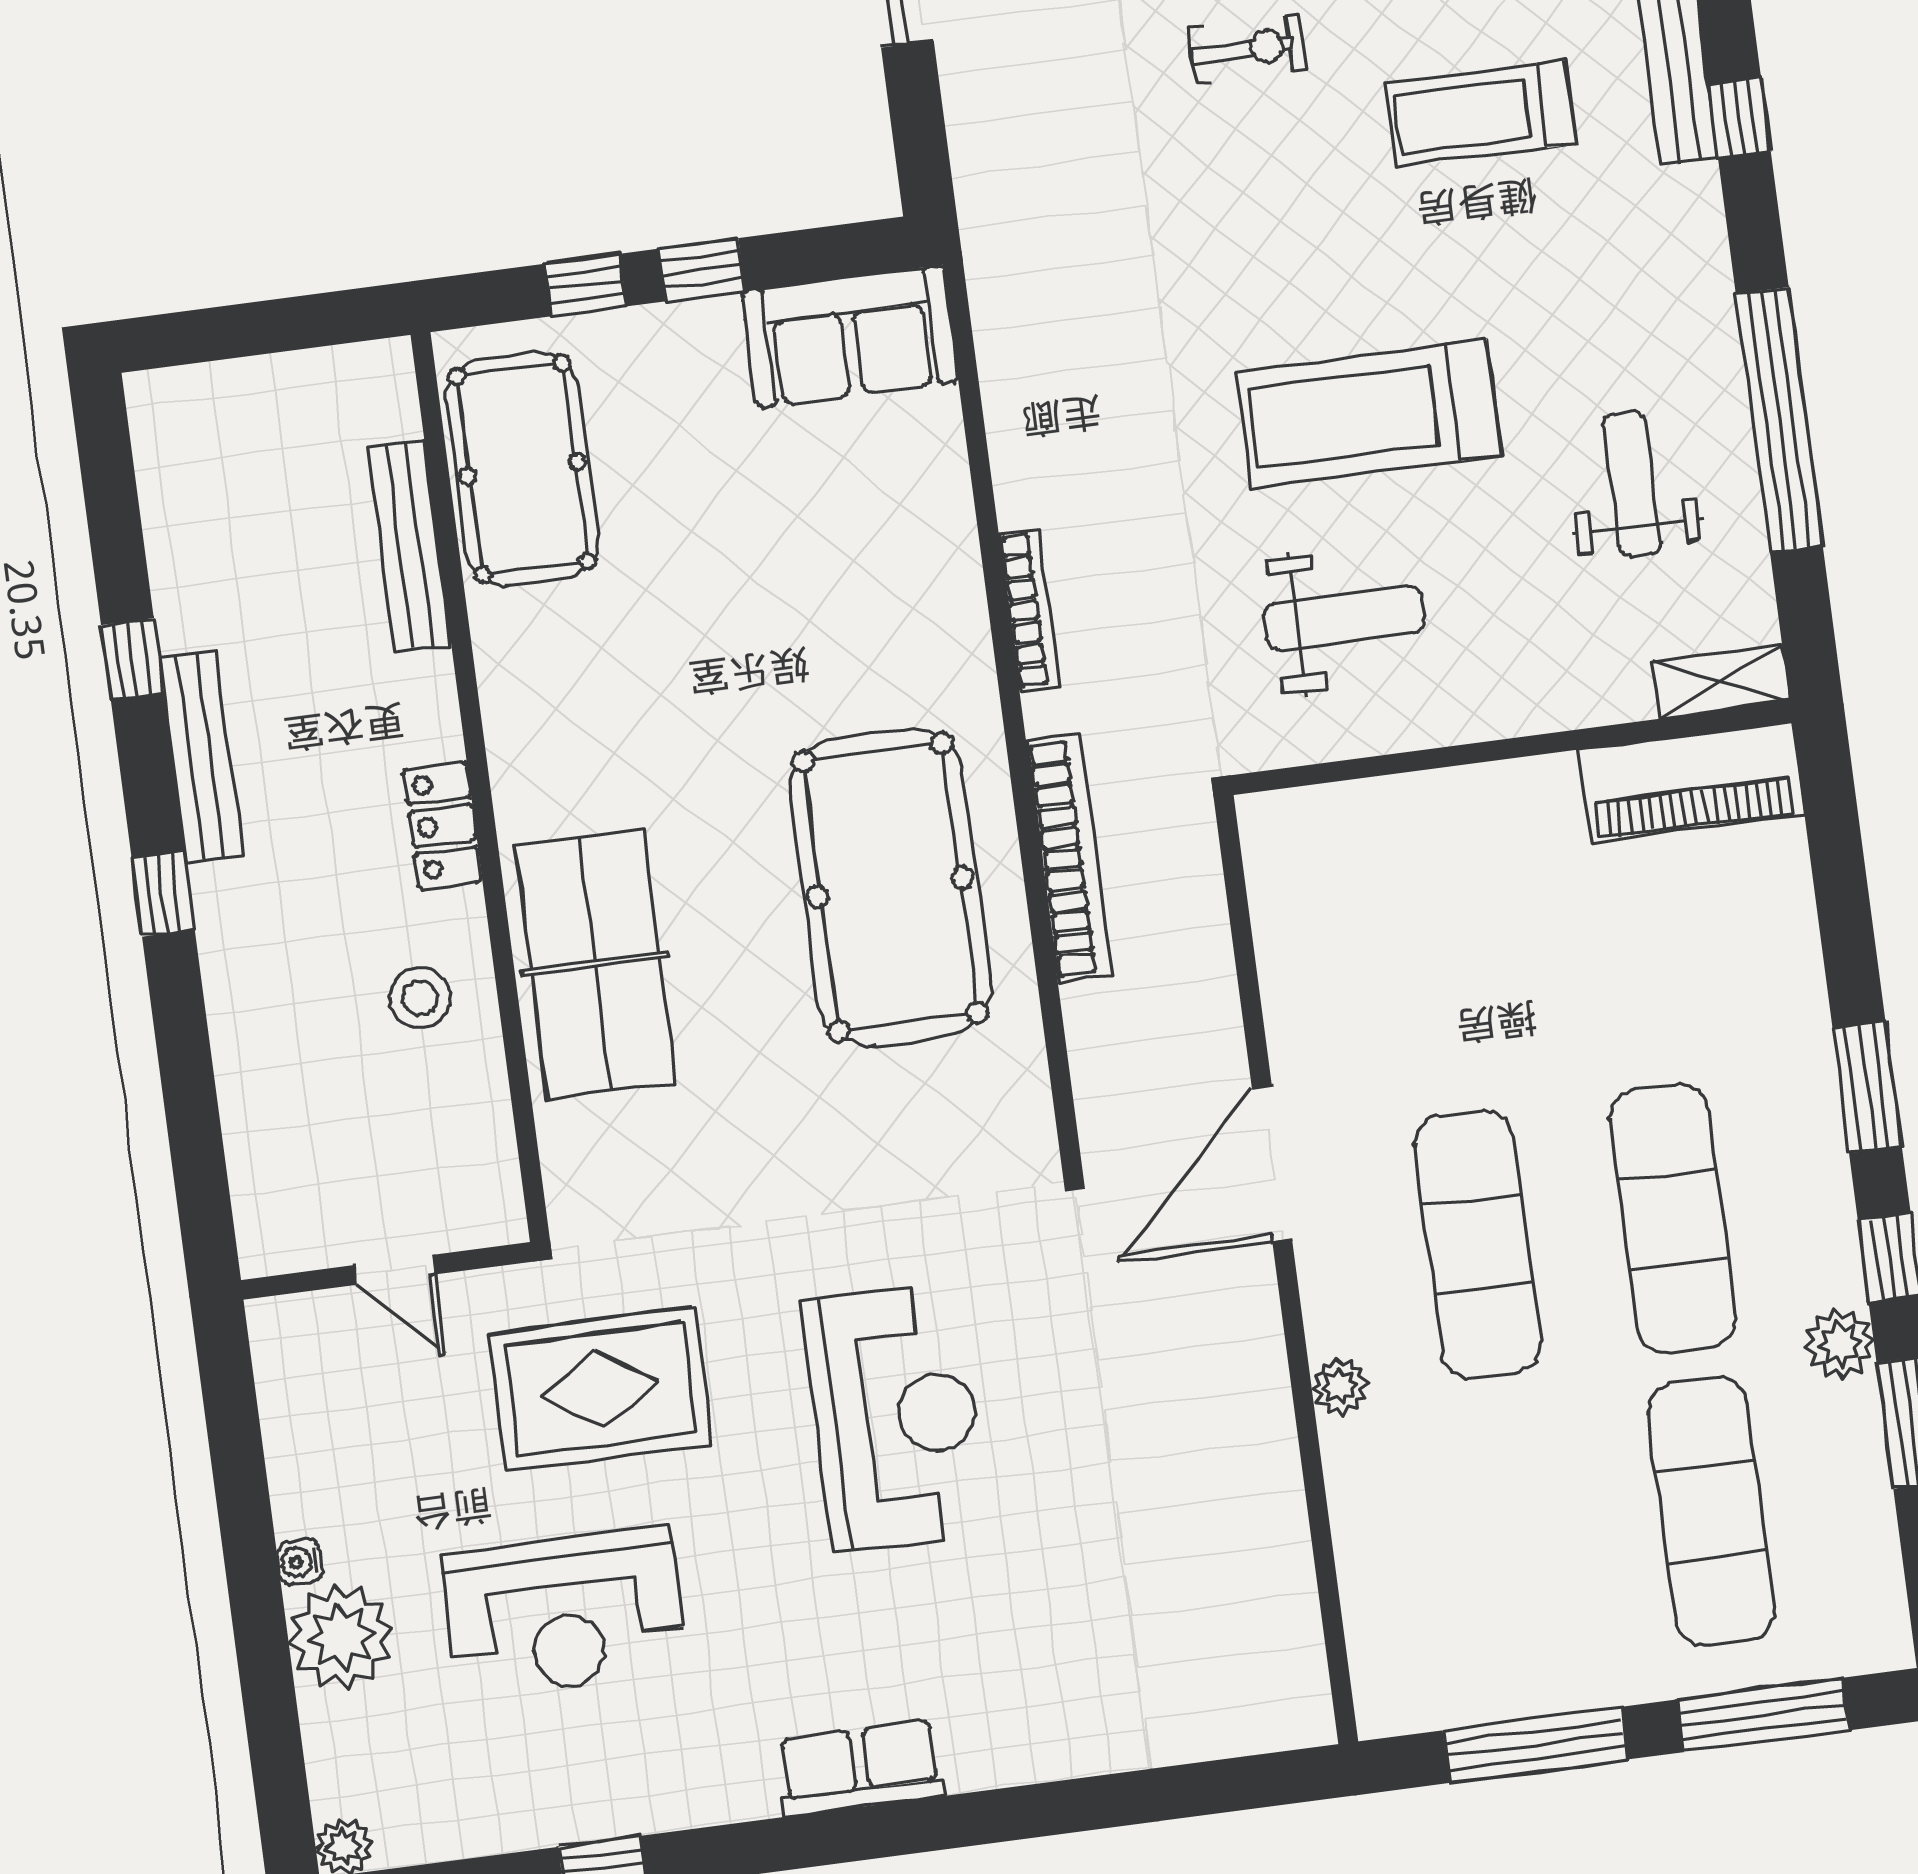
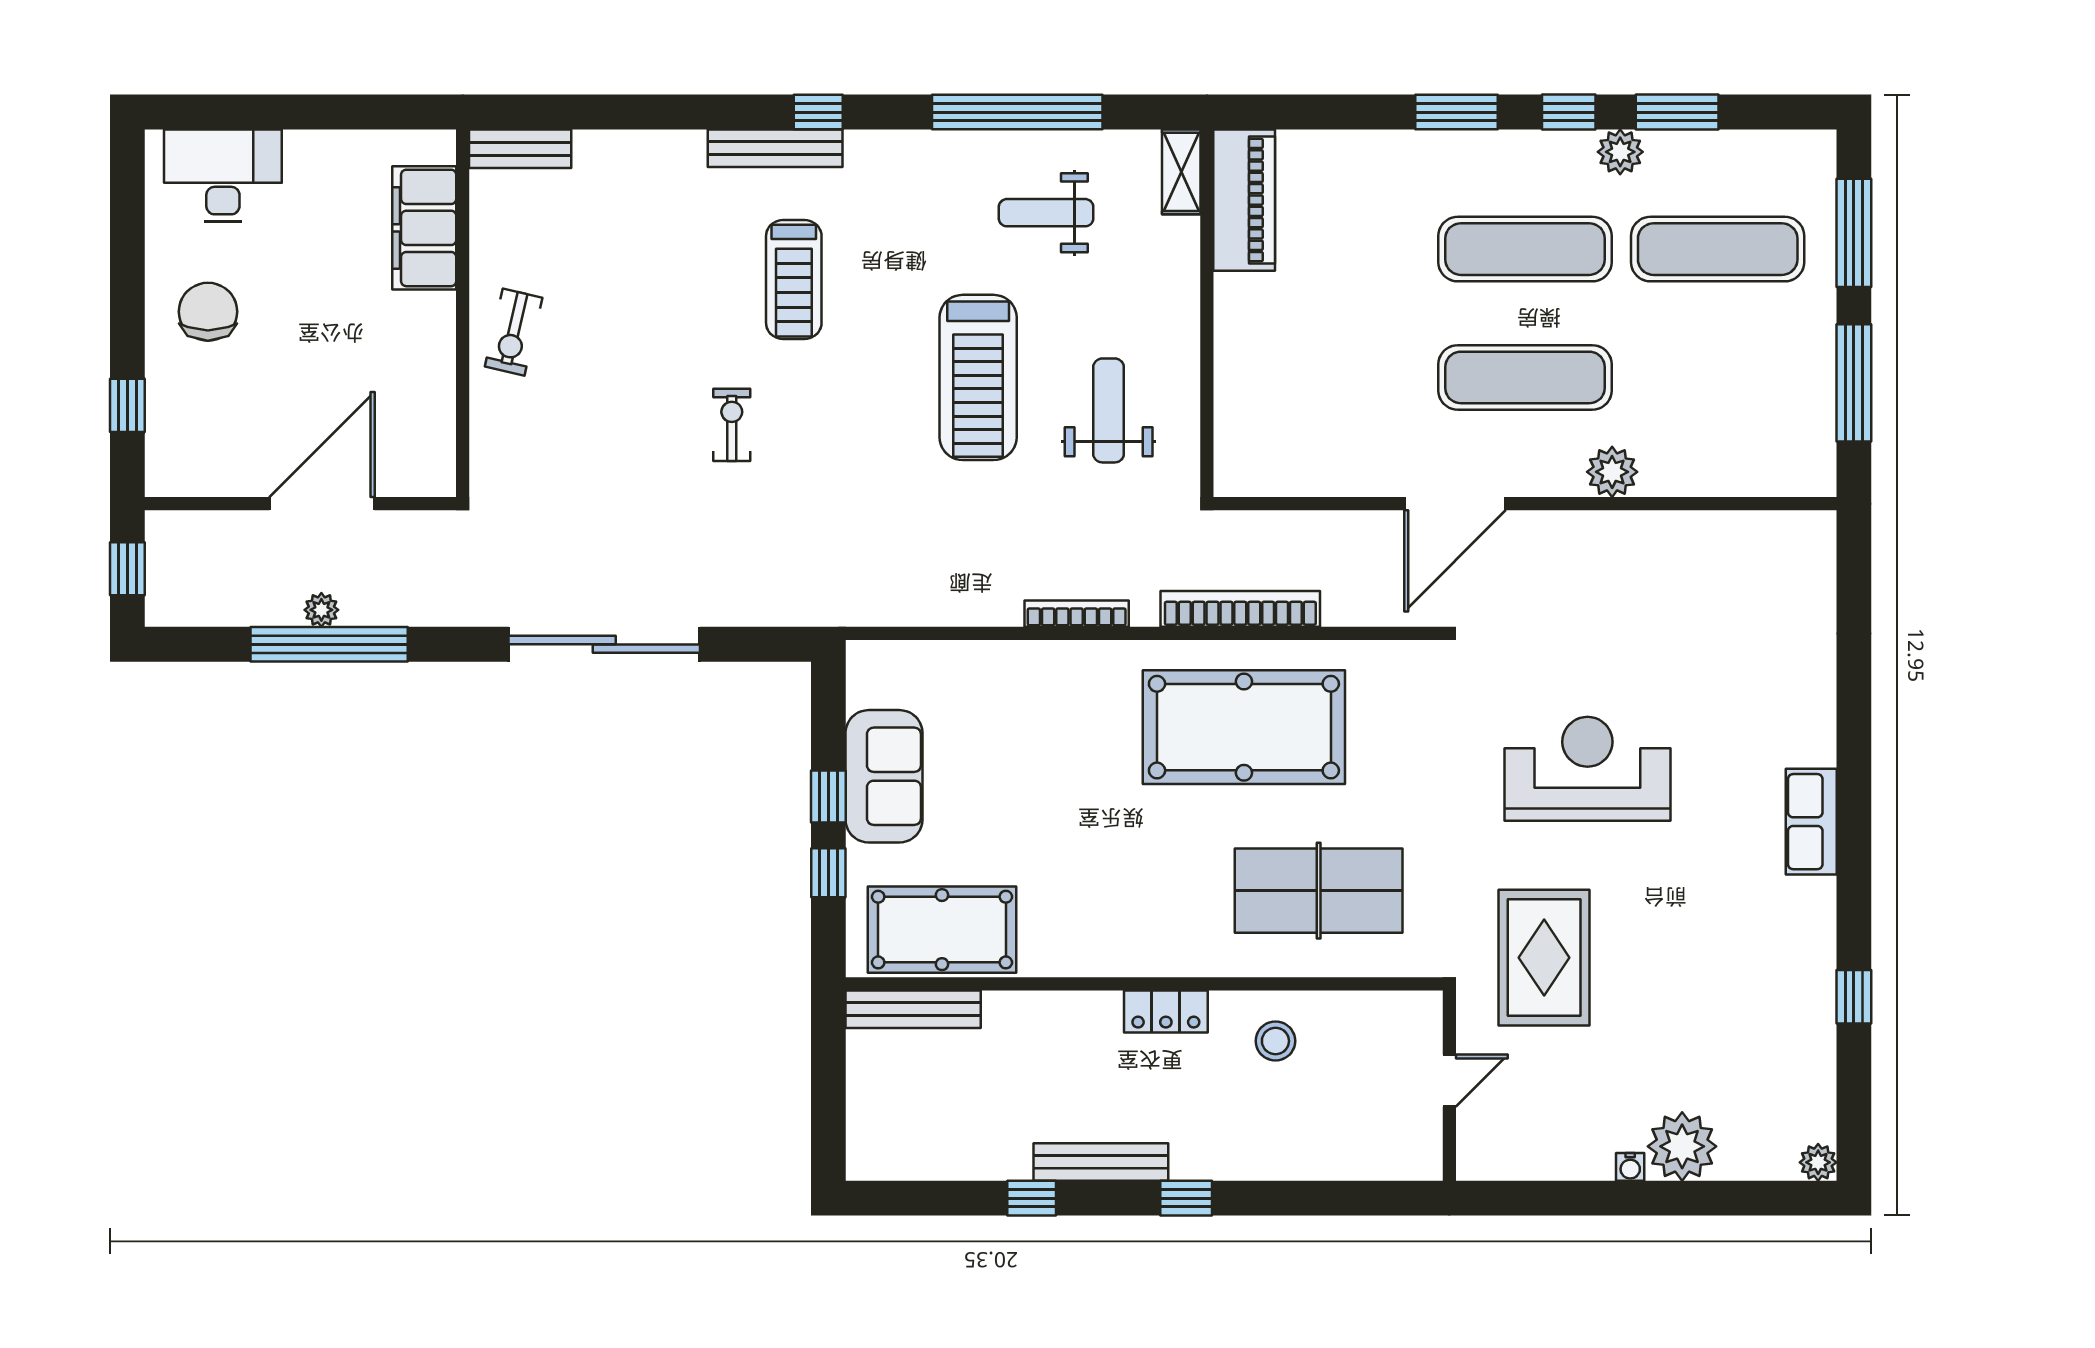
sofa: (850, 336) -> (884, 776), moved
bench: (409, 546) -> (913, 1009), moved
table tennis table: (595, 964) -> (1319, 891), moved
door: (1272, 1163) -> (1455, 504), hinge flipped
plant: (1340, 1386) -> (1612, 472), width x1.38, depth x1.38
reception desk: (564, 1612) -> (1685, 1000), removed

